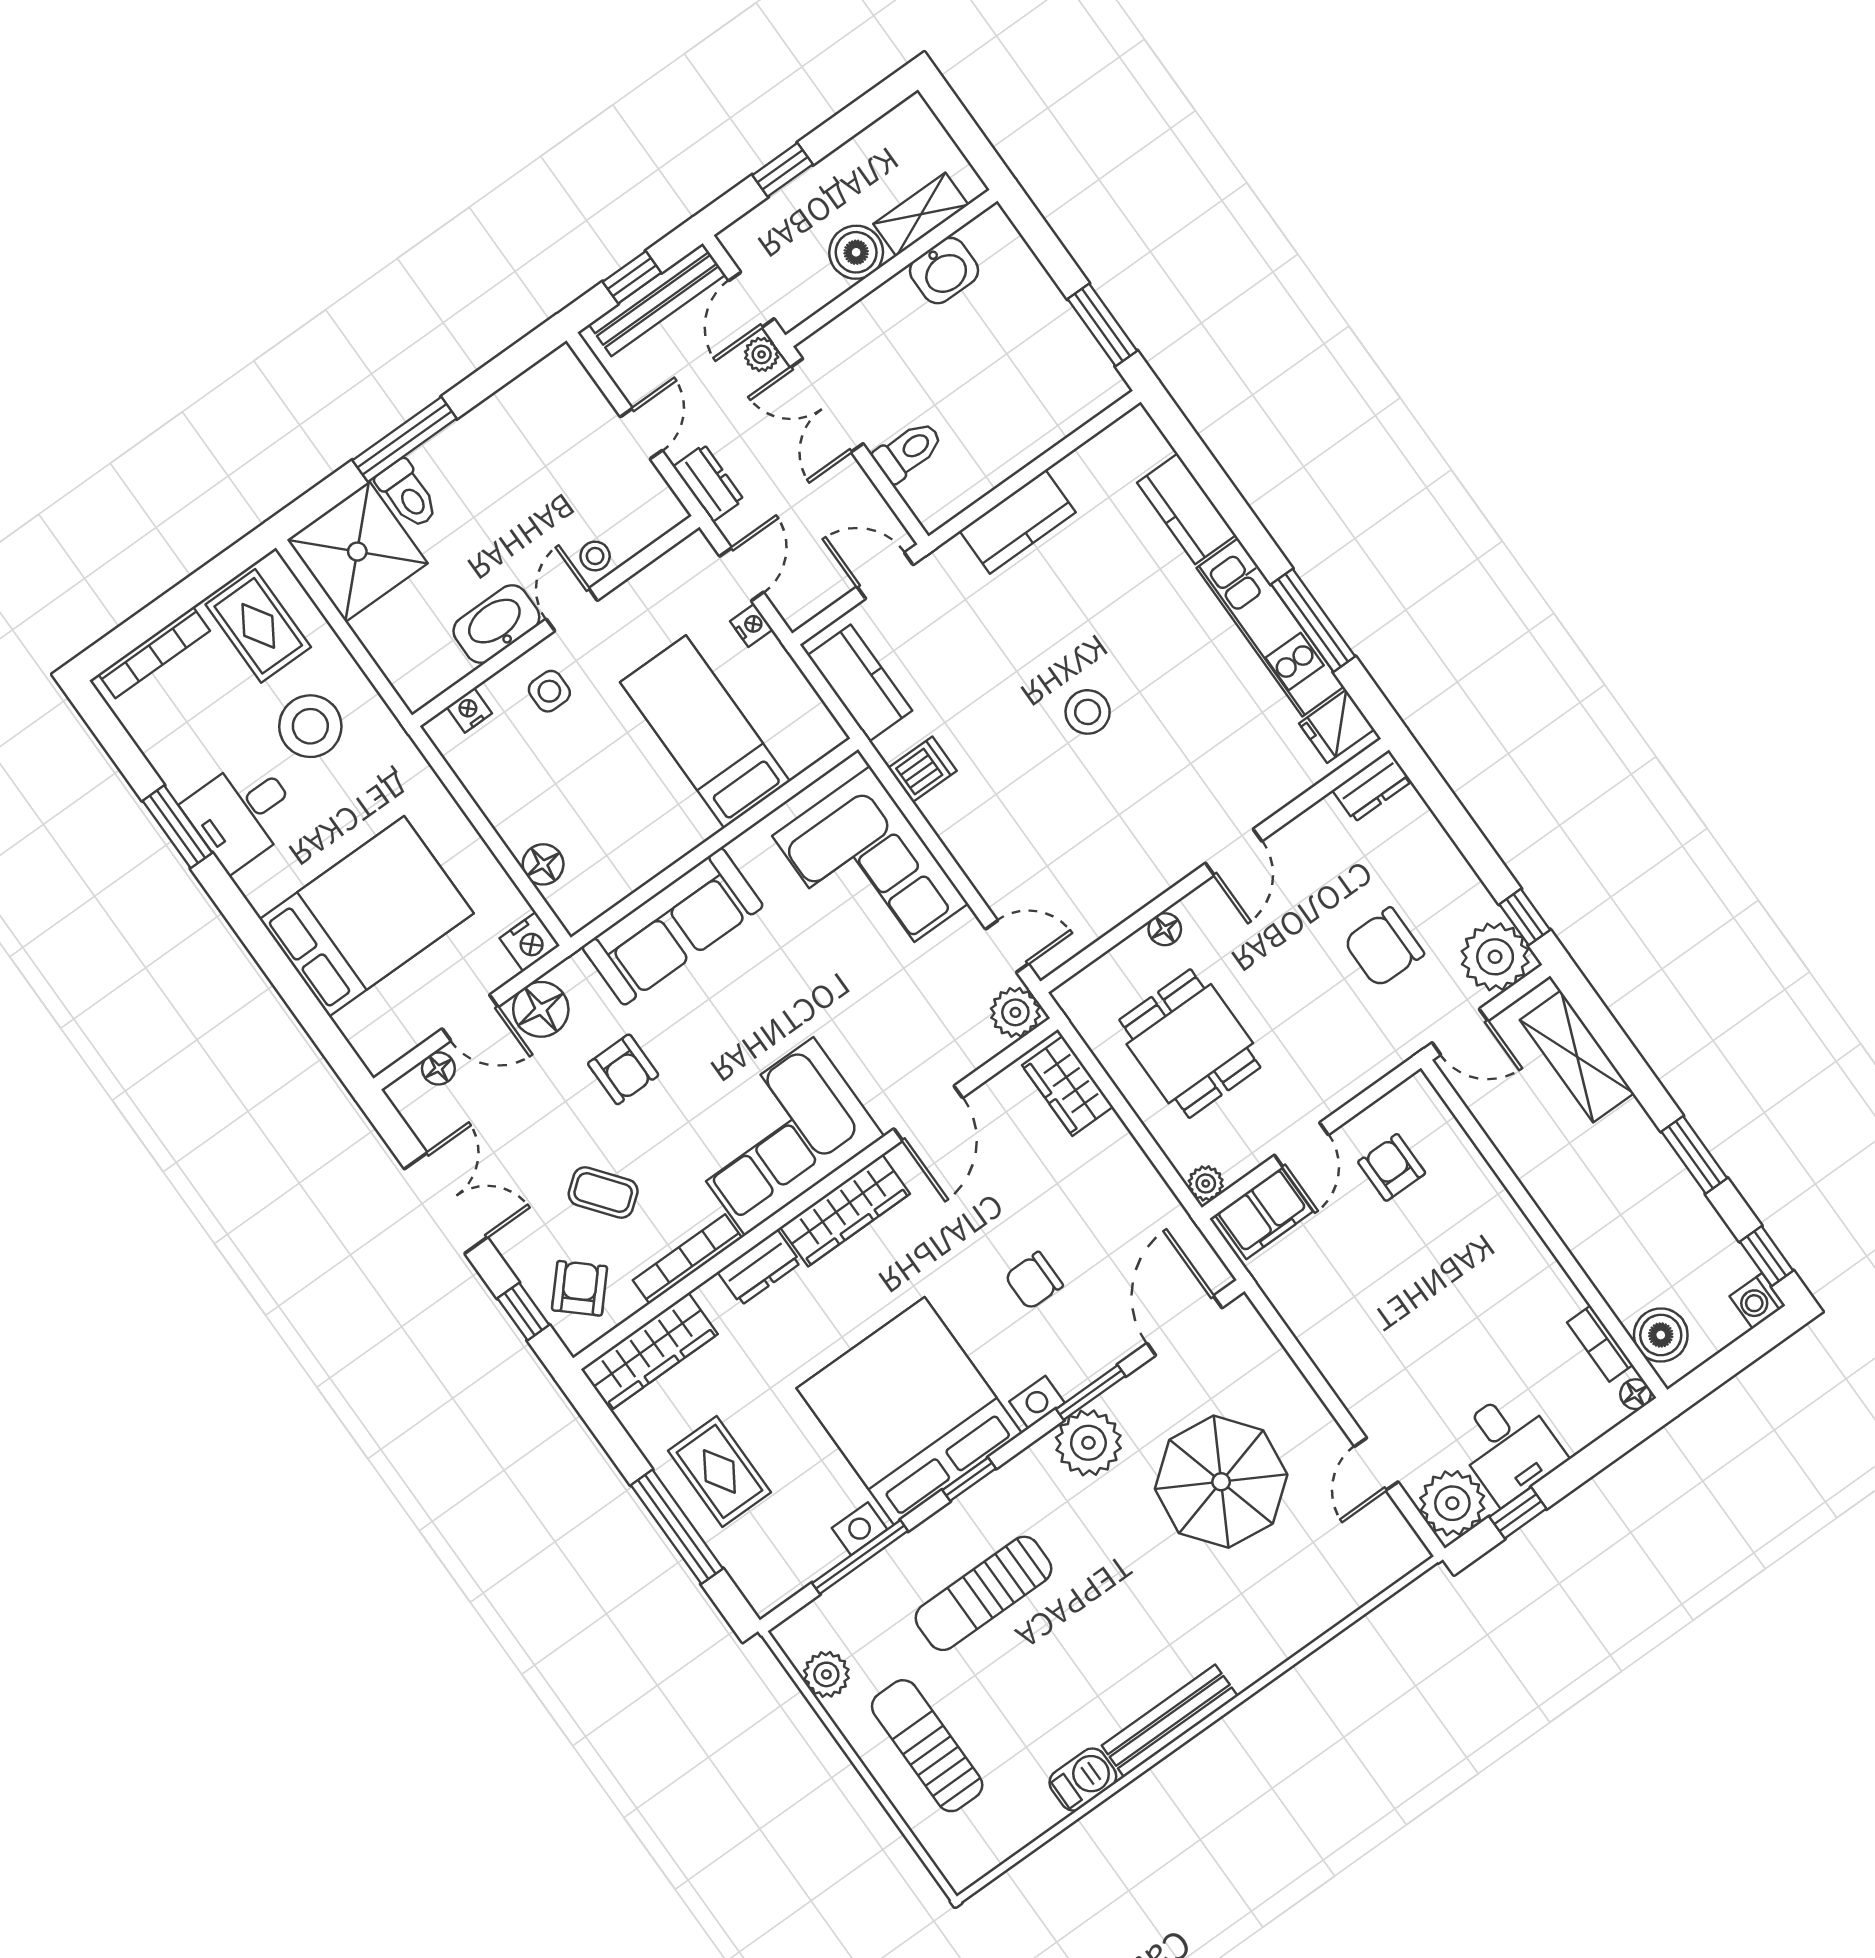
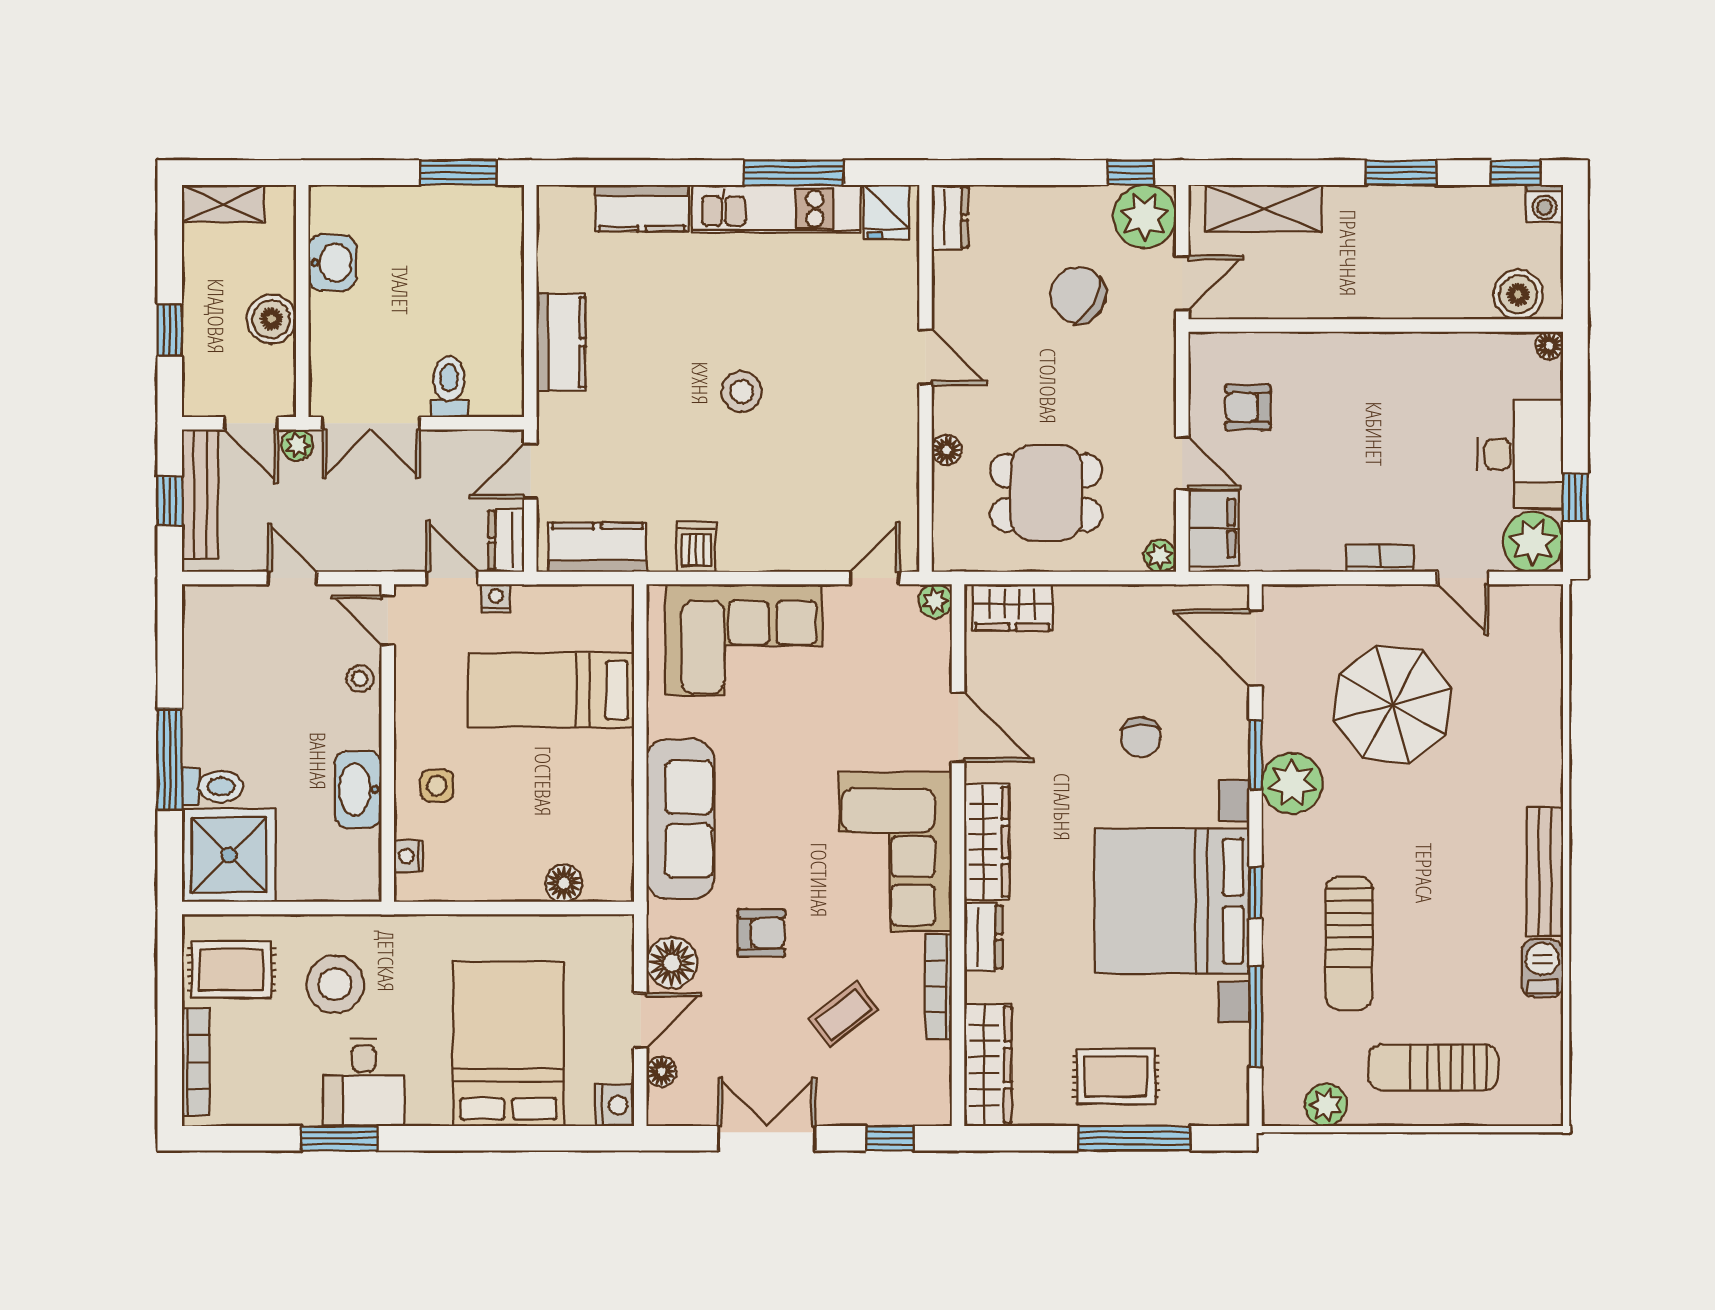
shelving: (921, 214) -> (223, 203), moved, turned 90
dresser: (708, 483) -> (506, 540), moved, turned -90
door: (572, 610) -> (388, 620), moved
nightstand: (530, 942) -> (615, 1105), moved
chair: (1384, 947) -> (1078, 295), turned 120
plant: (1015, 1012) -> (935, 601), width x0.73, depth x0.73
armchair: (580, 1288) -> (903, 1083), removed
bookcase: (1600, 1344) -> (1380, 558), moved, turned 180
desk: (1509, 1446) -> (1520, 454), width x1.37

